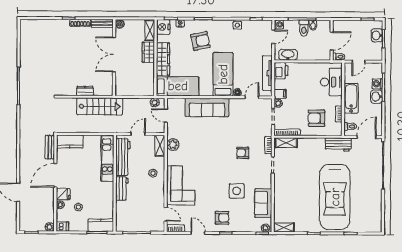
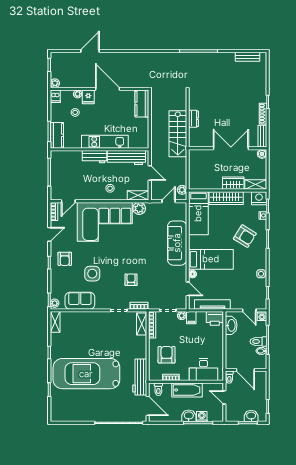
armchair: (200, 41) -> (245, 236), turned -46
workbench: (338, 145) -> (140, 377), width x1.38
bench: (50, 147) -> (248, 57), moved
kitchen unit: (107, 159) -> (105, 142), moved
corner sofa: (181, 186) -> (105, 222), width x1.36, depth x1.36

